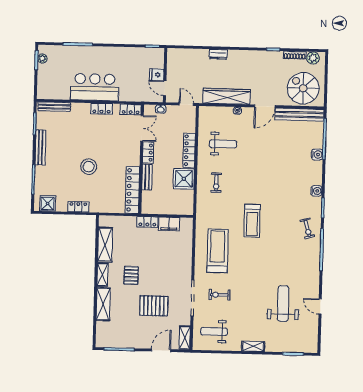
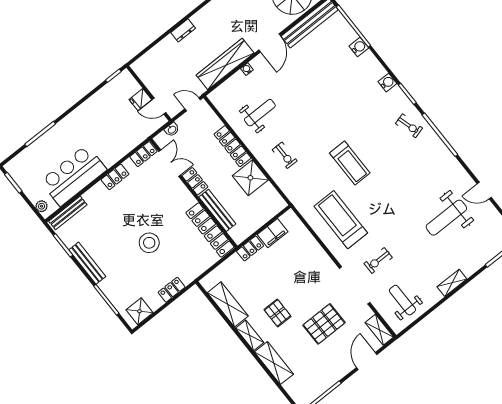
plant: (42, 59) -> (41, 206), moved
bar counter: (95, 87) -> (74, 175), moved
bench: (147, 177) -> (217, 210), width x1.36
weight bench: (283, 304) -> (446, 218), turned -90
weight bench: (214, 331) -> (402, 300), turned 90

